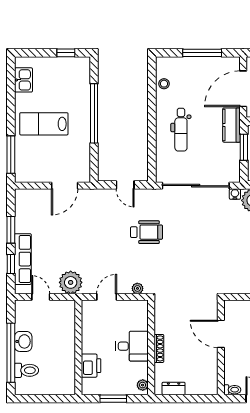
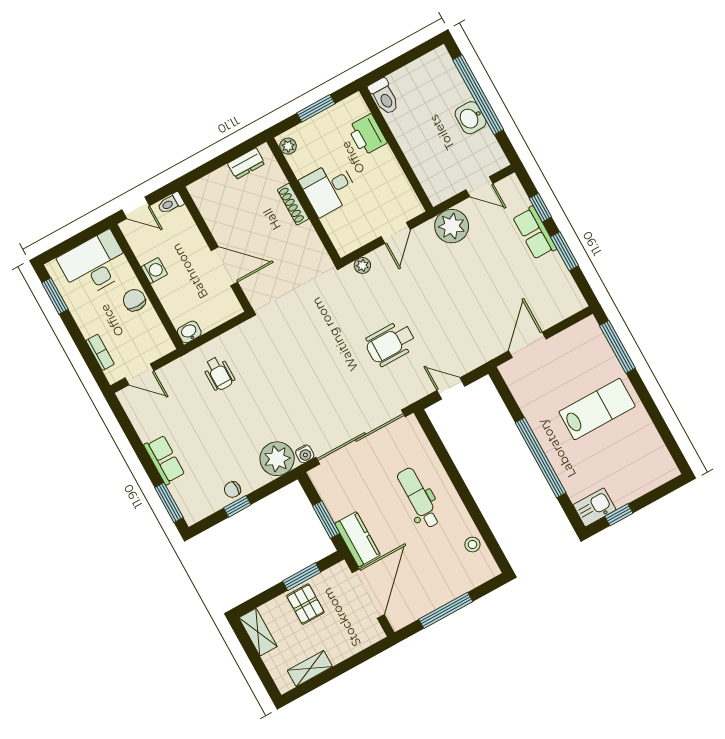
kitchen sink: (24, 80) -> (595, 507), moved, turned 90
row of seats: (23, 259) -> (535, 233), width x0.68
toilet: (27, 370) -> (384, 97), moved, turned -90

